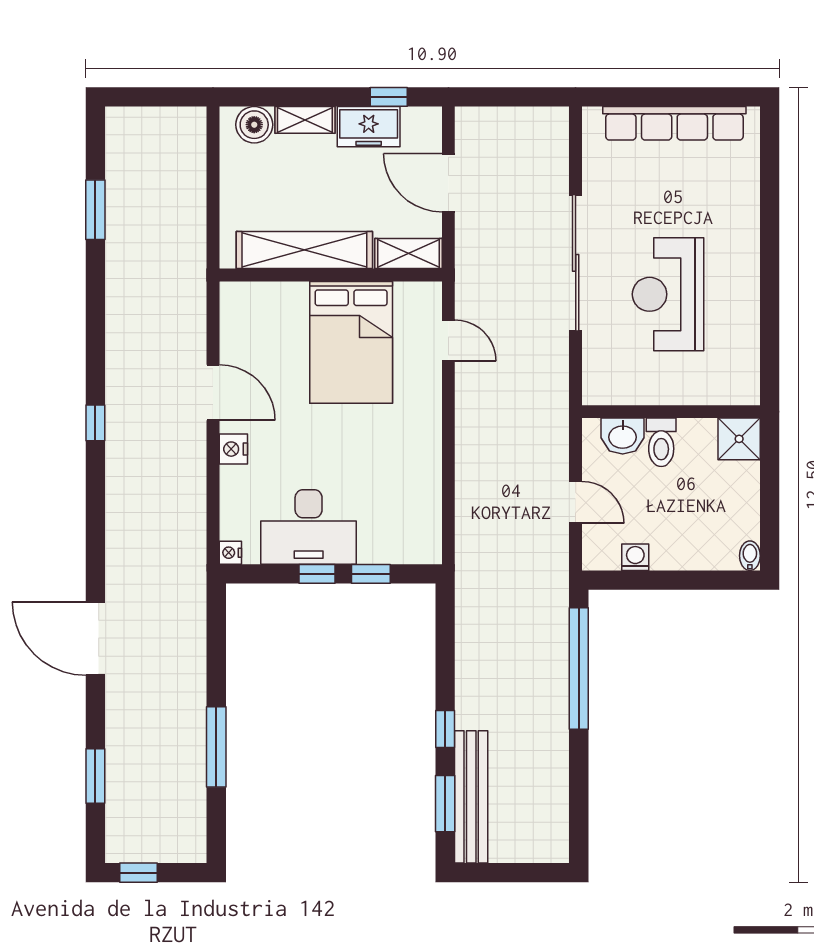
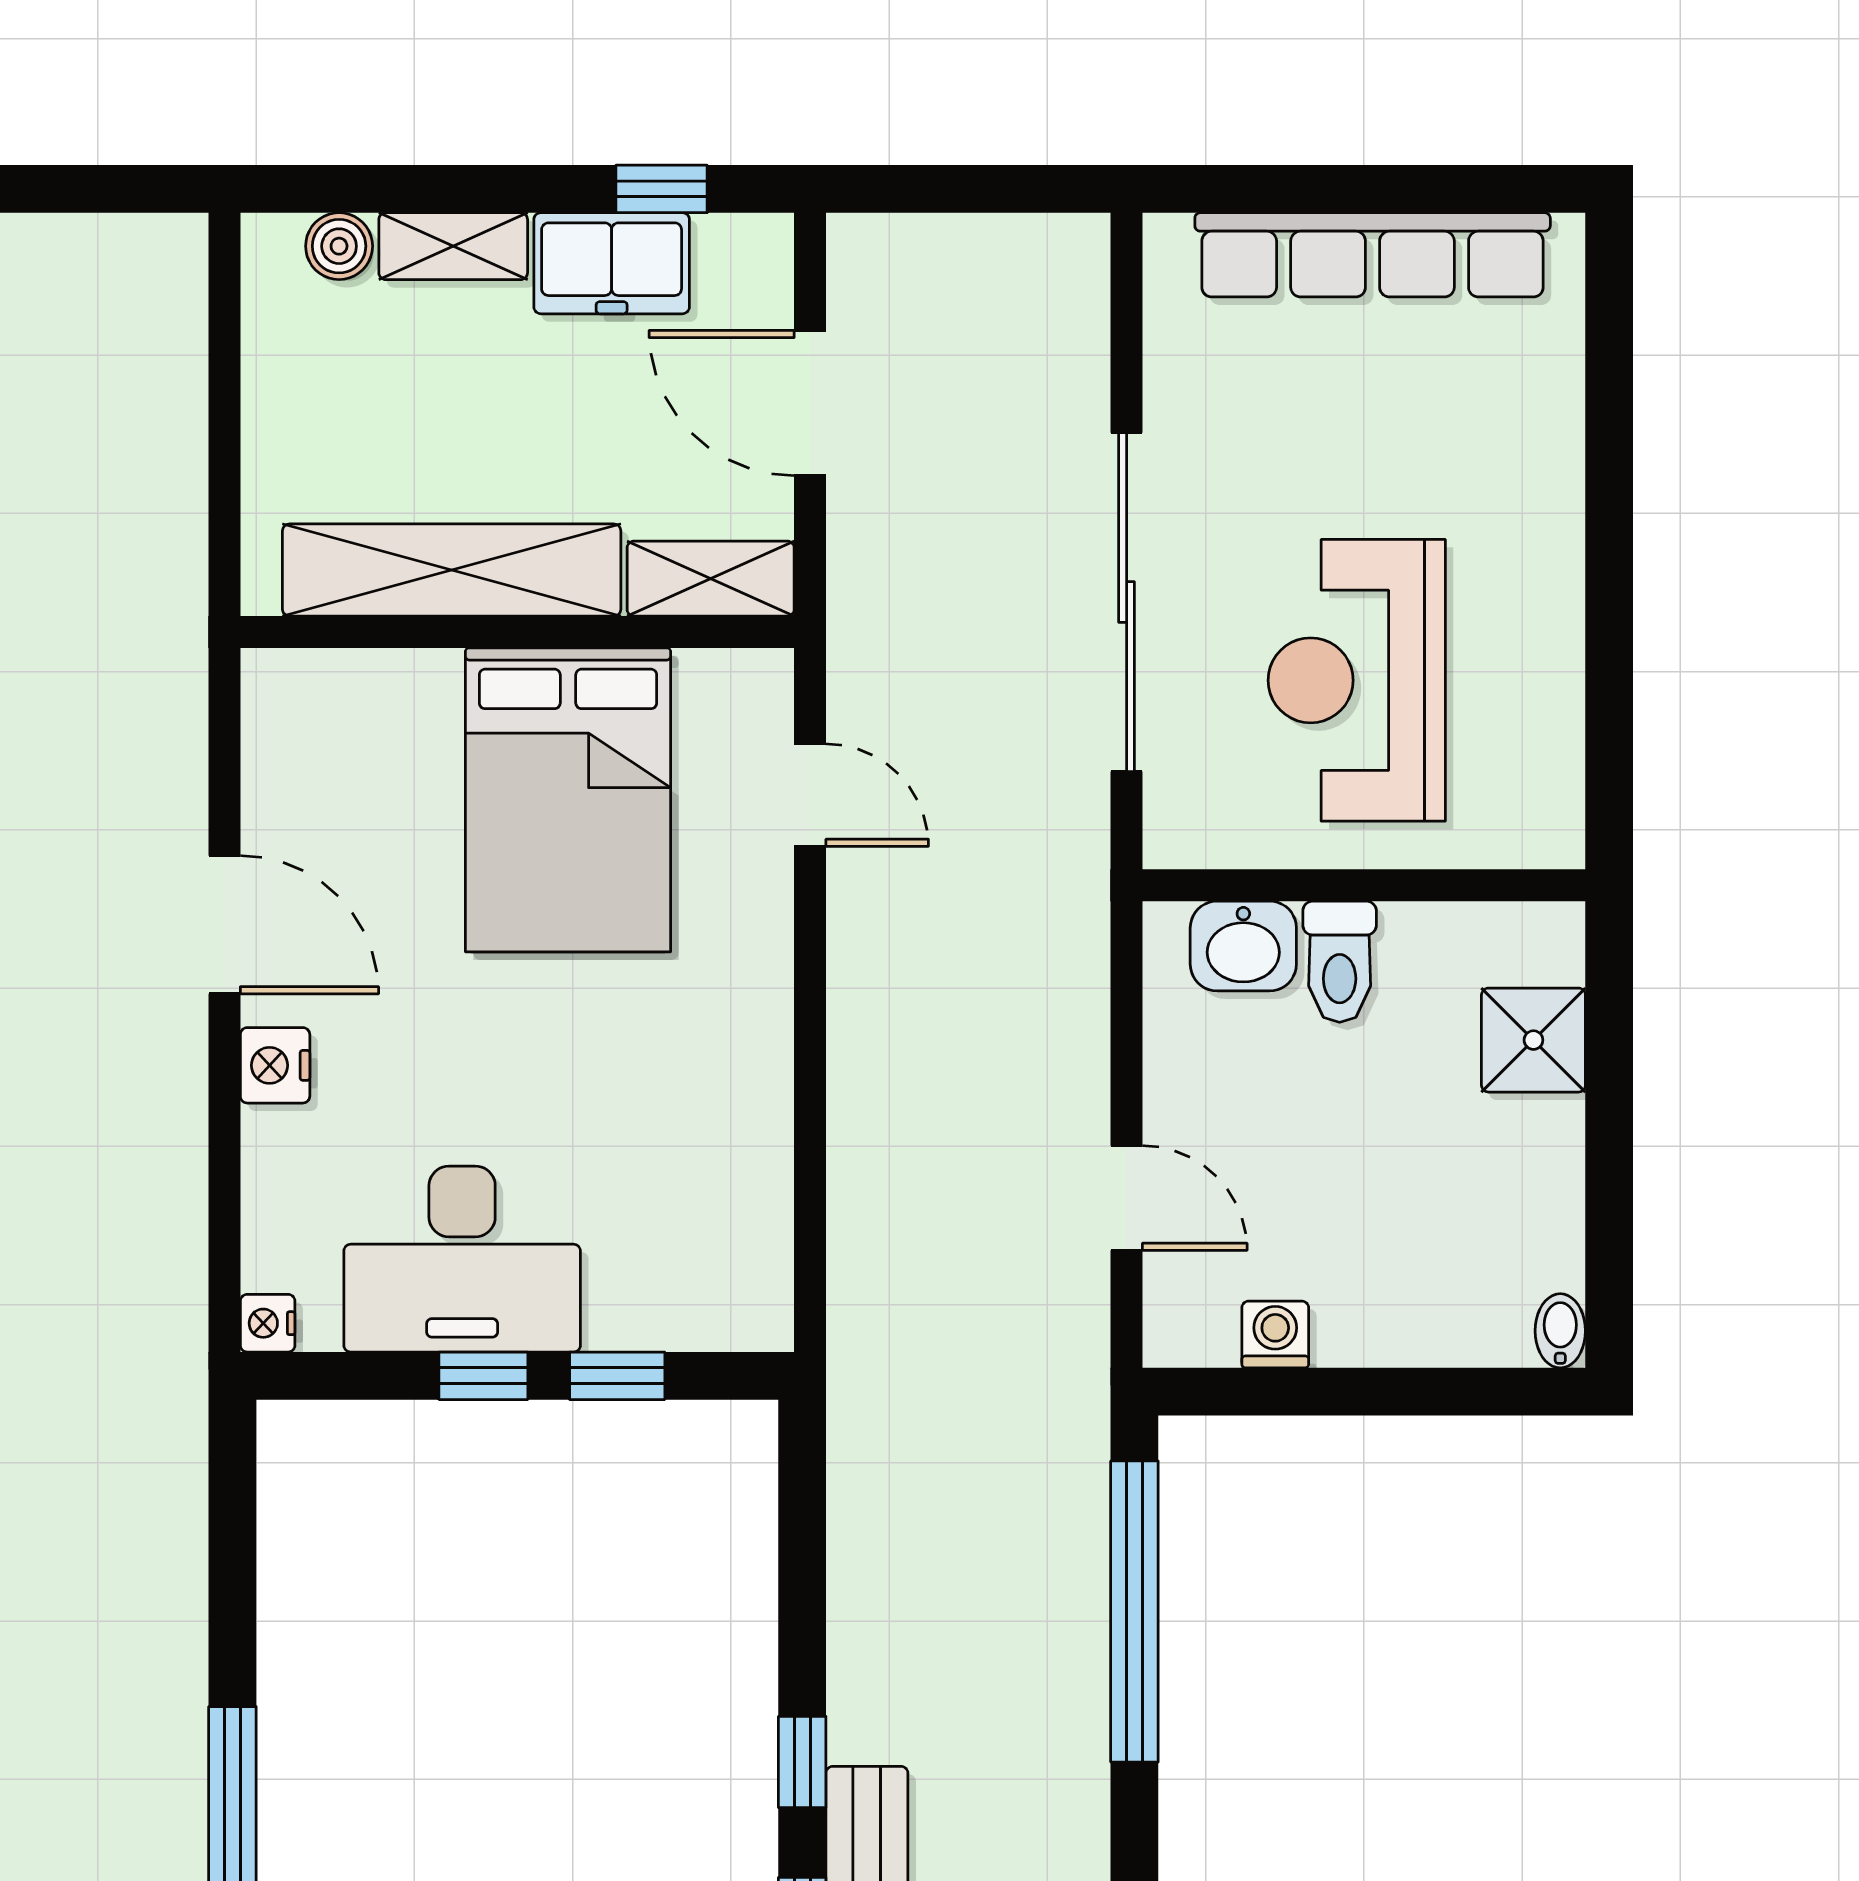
boiler: (254, 125) -> (339, 246), width x0.73, depth x0.73
wall: (671, 412) -> (1364, 885), moved
washbasin: (623, 436) -> (1243, 946), moved
toilet: (661, 442) -> (1340, 962), moved

